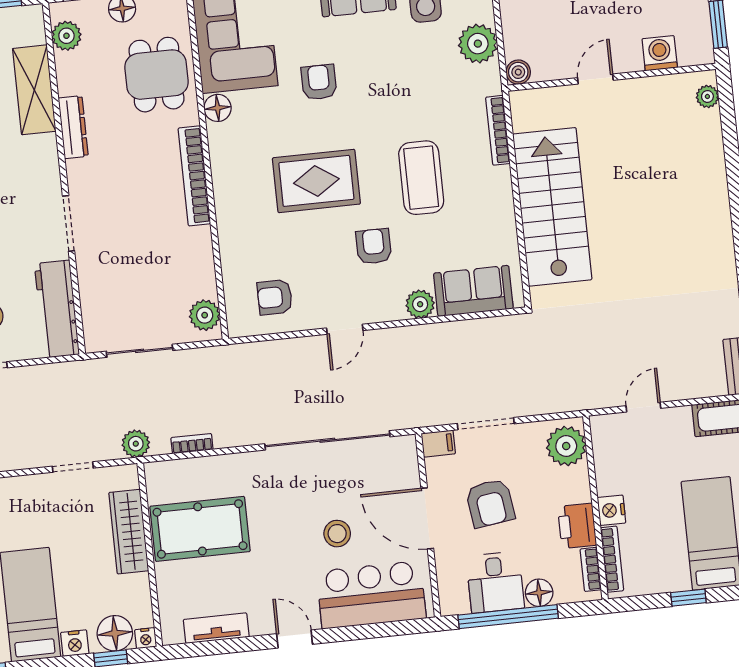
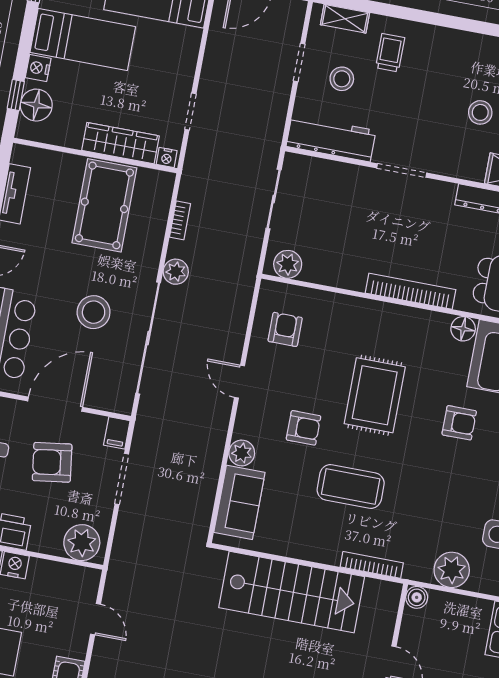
plant: (136, 444) -> (176, 272), moved
stool: (337, 534) -> (94, 312), moved, width x1.38, depth x1.38
nightstand: (146, 638) -> (167, 158), moved, turned -90

